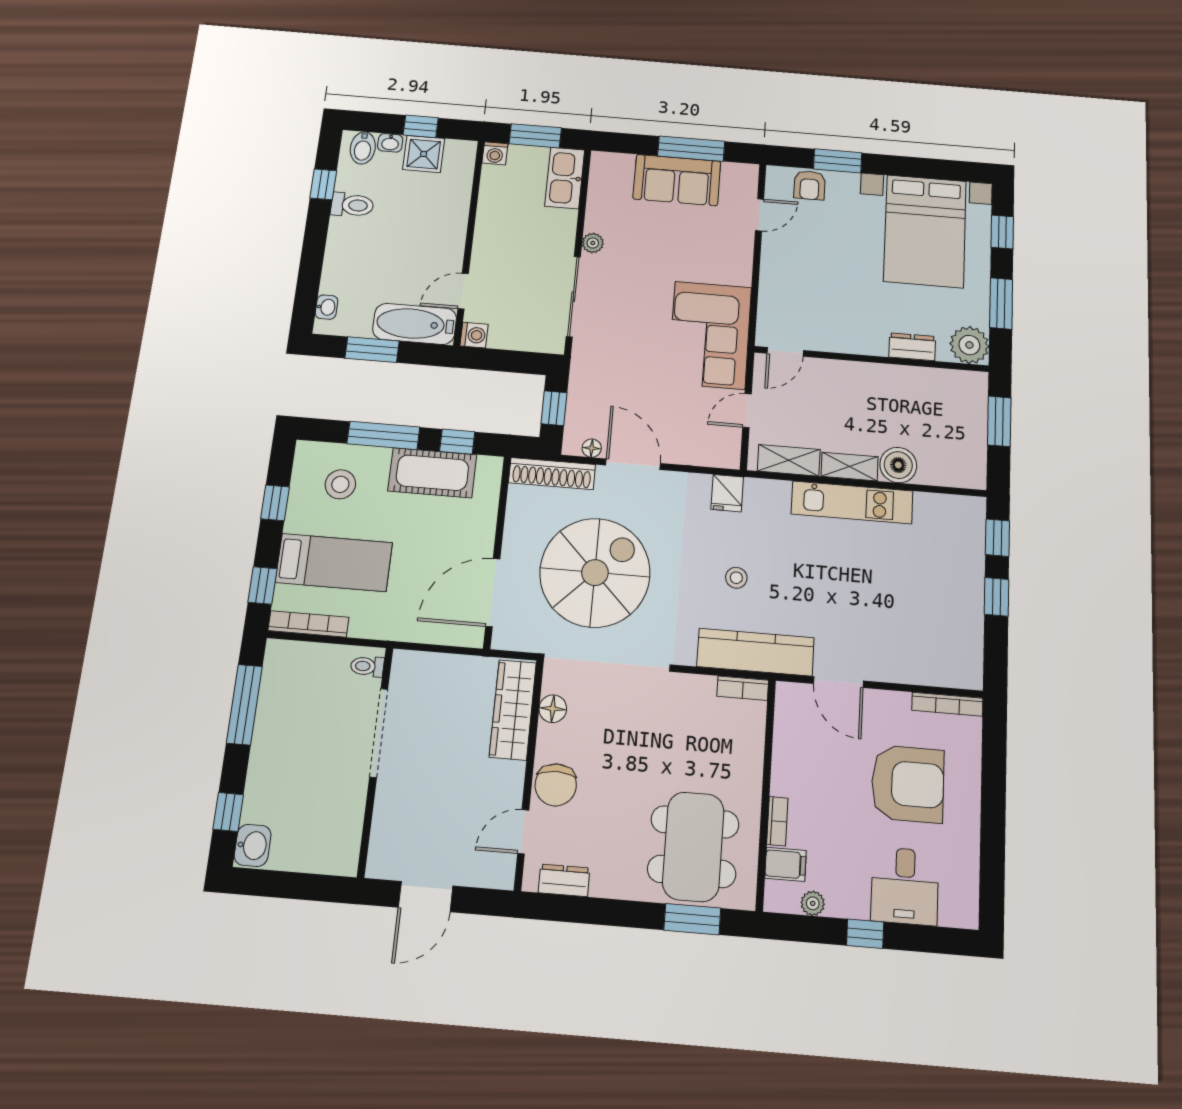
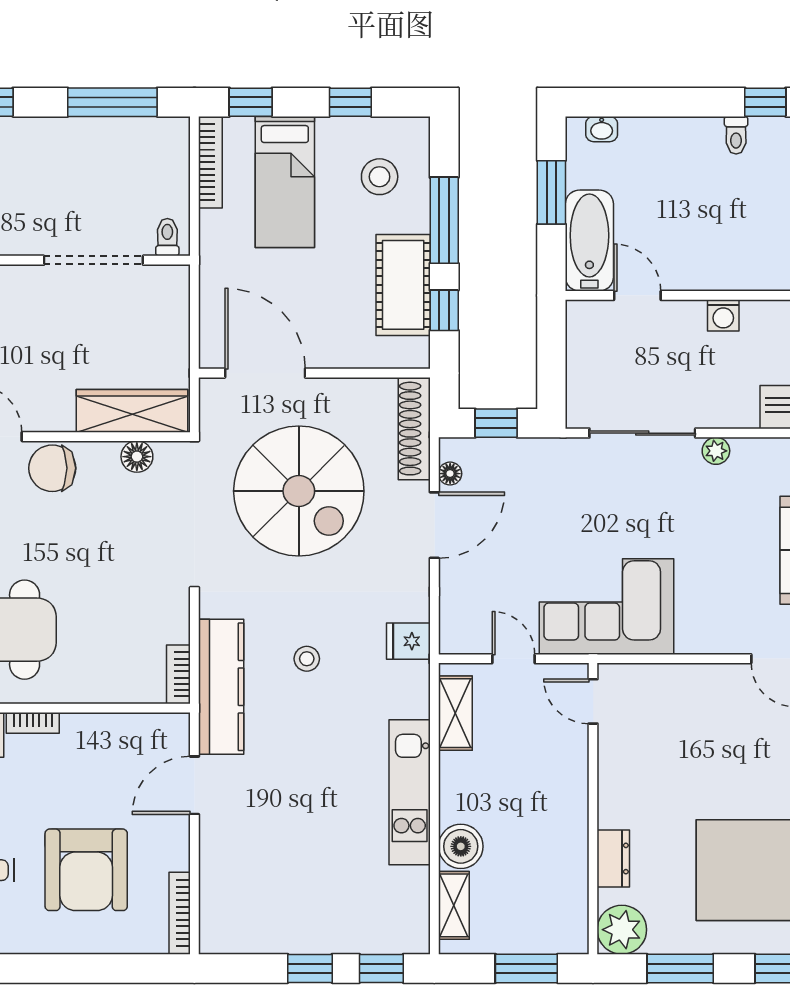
toilet: (352, 205) -> (736, 135), width x0.73, depth x0.72
washing machine: (474, 335) -> (723, 315), moved
shelving: (850, 467) -> (454, 905), moved

